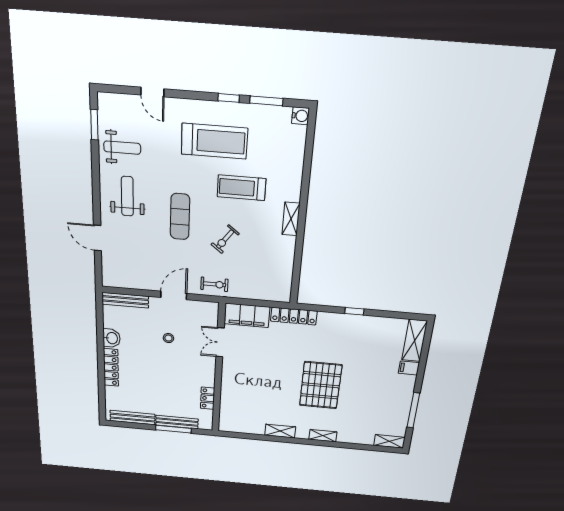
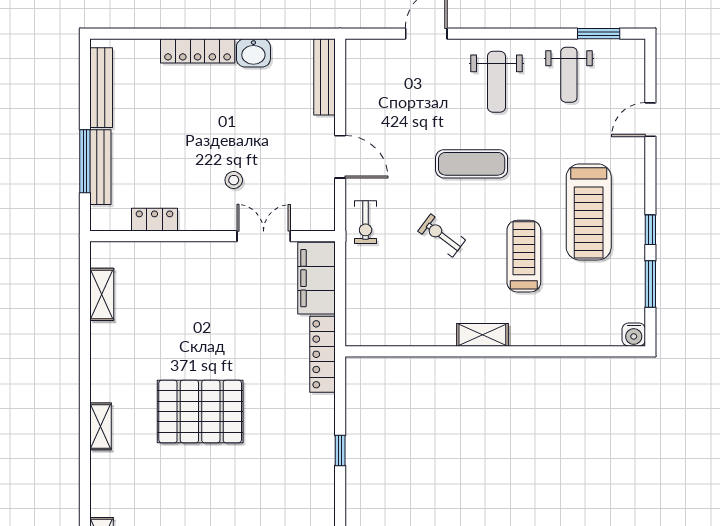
weight bench: (127, 196) -> (496, 82), turned 90
stool: (168, 338) -> (234, 180), moved
shelving: (280, 431) -> (102, 294), moved

